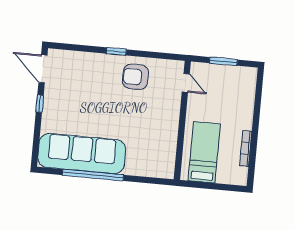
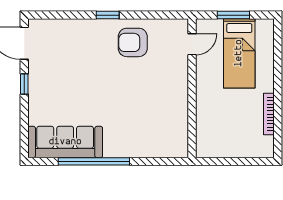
door: (186, 83) -> (192, 44), hinge flipped
bed: (204, 152) -> (239, 53), moved, turned 180
sofa: (82, 154) -> (65, 142), width x0.74, depth x0.79

